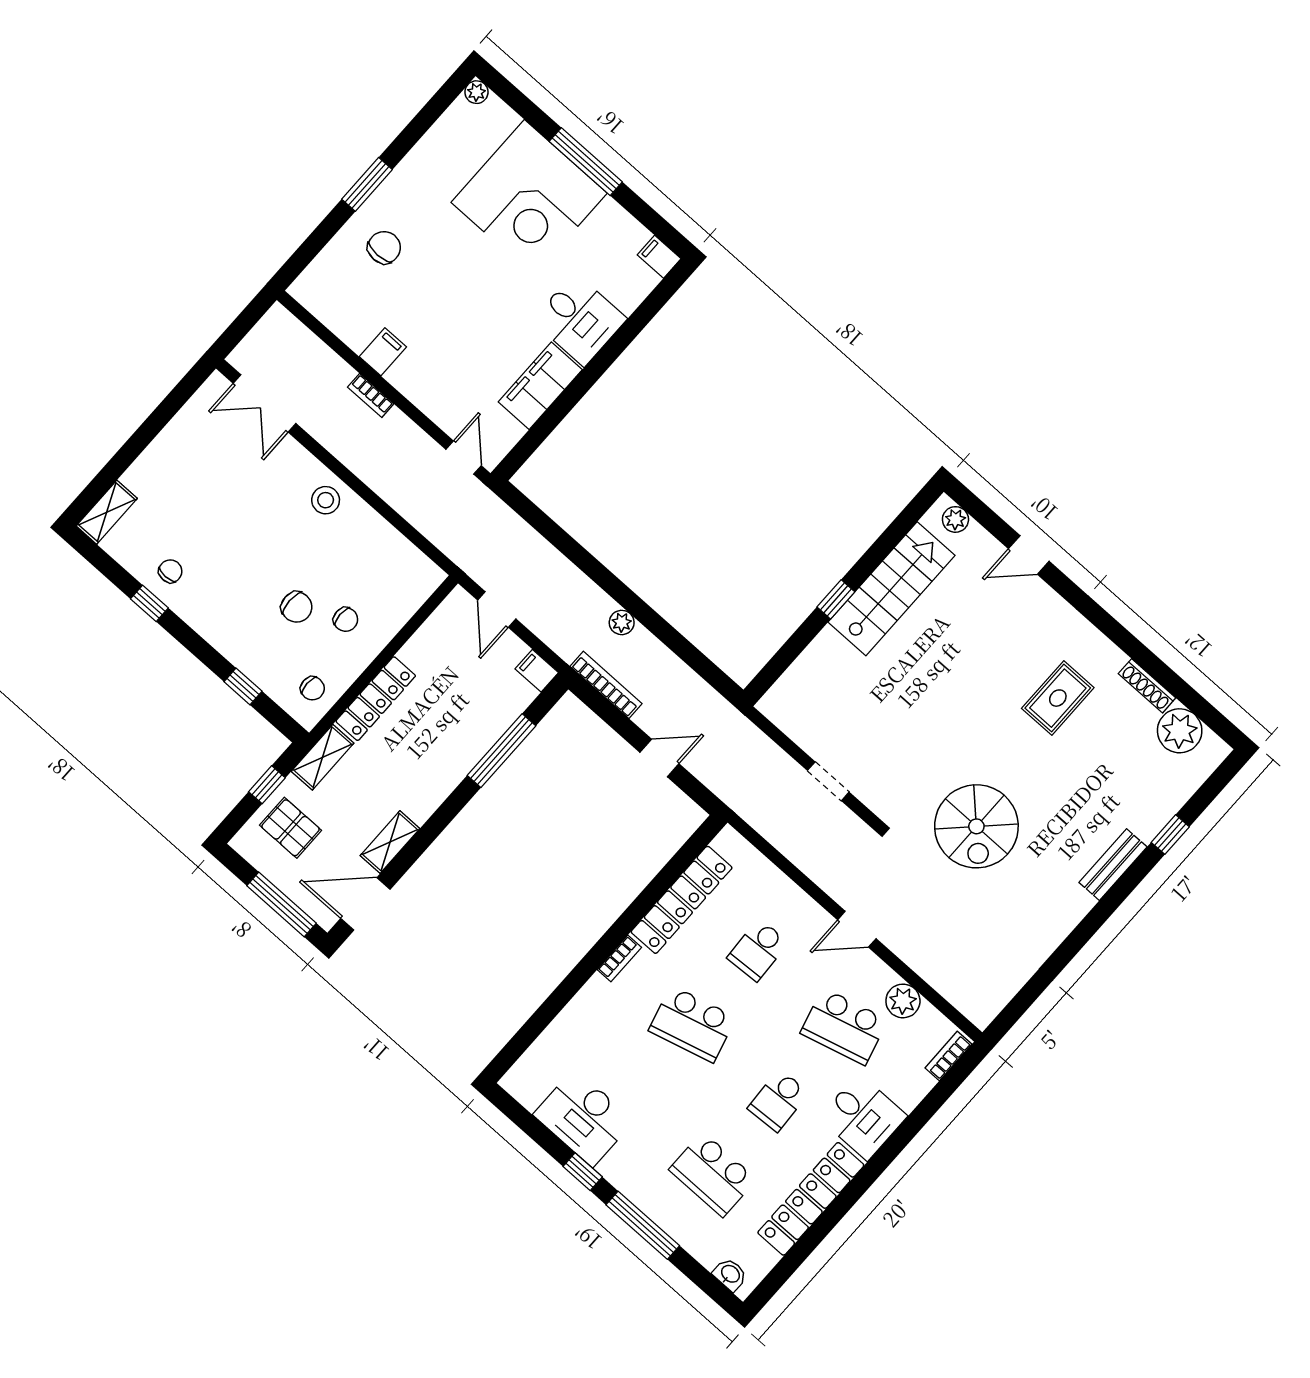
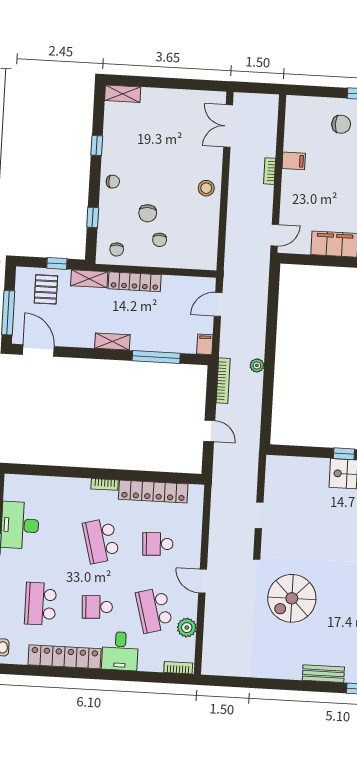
chair: (170, 571) -> (113, 182), moved
shelving: (390, 842) -> (112, 342), moved

